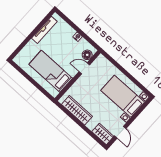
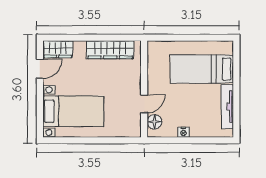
bed: (51, 71) -> (202, 69), moved, turned 180
door: (120, 132) -> (40, 69), swing flipped

